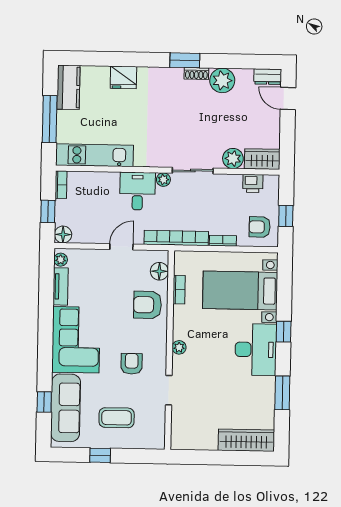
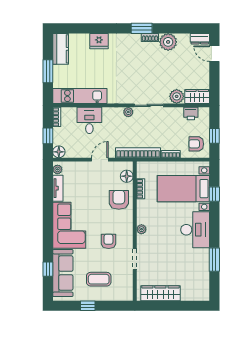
window: (50, 119) -> (48, 71), width x0.69
desk: (137, 191) -> (89, 120), moved
armchair: (147, 305) -> (119, 200), turned 90
window: (284, 332) -> (214, 194), moved
wardrobe: (246, 440) -> (160, 293), moved

